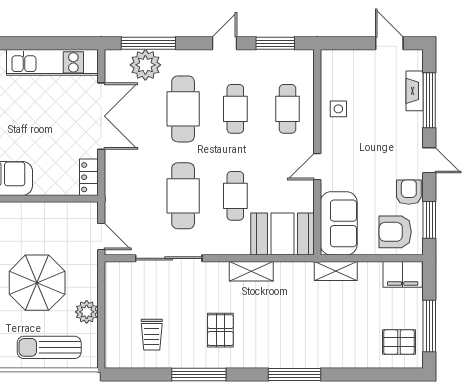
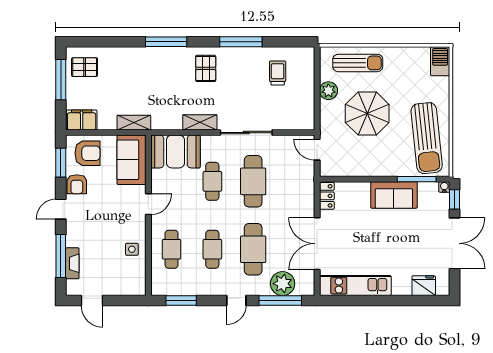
door: (225, 43) -> (236, 300), moved
door: (429, 160) -> (61, 209), hinge flipped
sliding door: (169, 258) -> (246, 133), moved
pallet: (220, 330) -> (206, 68), moved

